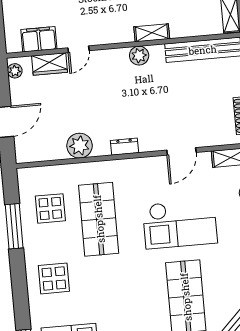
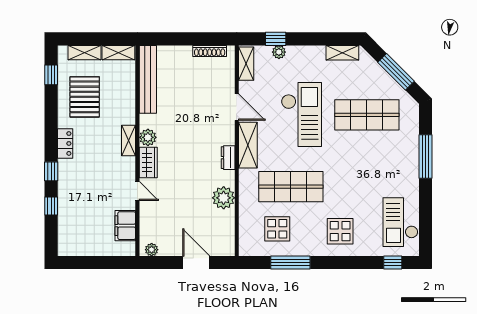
shelving: (152, 33) -> (129, 141), moved
wardrobe: (50, 64) -> (148, 163), moved
shelving: (140, 167) -> (248, 145), added

